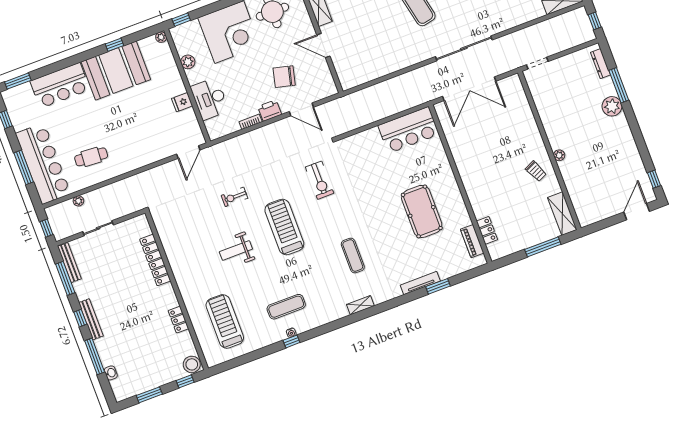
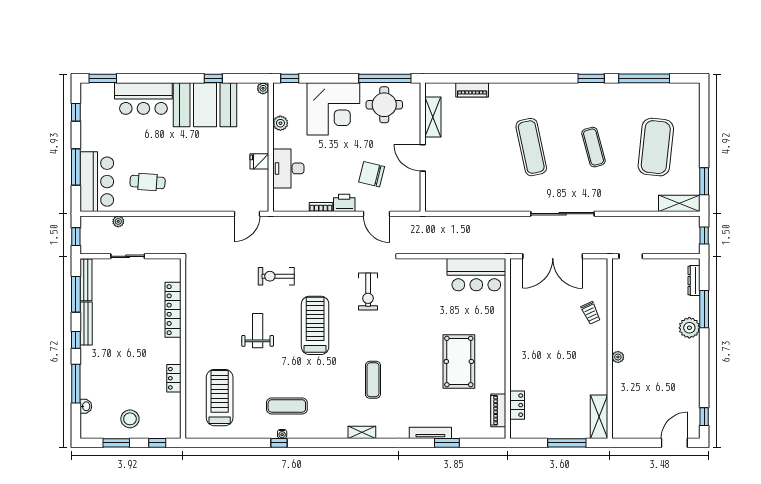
bar counter: (43, 164) -> (97, 182), width x0.73
trolley: (536, 171) -> (591, 313), moved
exercise bike: (234, 197) -> (276, 276), width x1.38, depth x1.39
weight bench: (236, 250) -> (258, 331), turned 90
bench: (91, 319) -> (86, 324), moved
stool: (192, 364) -> (130, 419), moved

